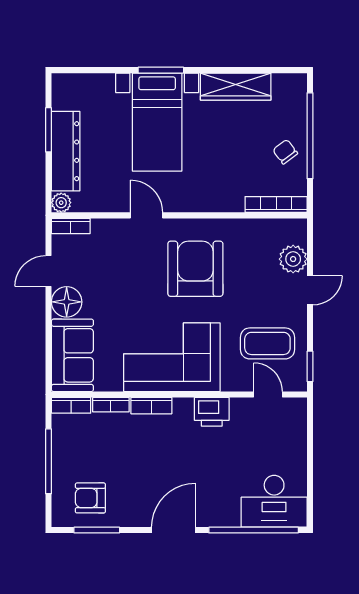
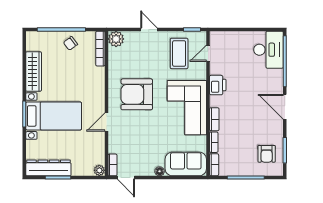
dresser: (66, 151) -> (48, 168), moved
plant: (293, 259) -> (116, 39), moved
door: (49, 271) -> (126, 177), moved
floor lamp: (67, 302) -> (160, 171), width x0.53, depth x0.53

